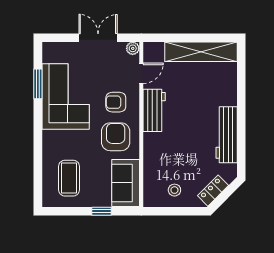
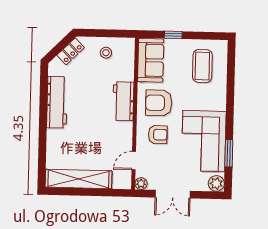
plant: (51, 50) -> (216, 183), added
workbench: (154, 110) -> (123, 101), moved
armchair: (116, 137) -> (159, 103), turned 90

